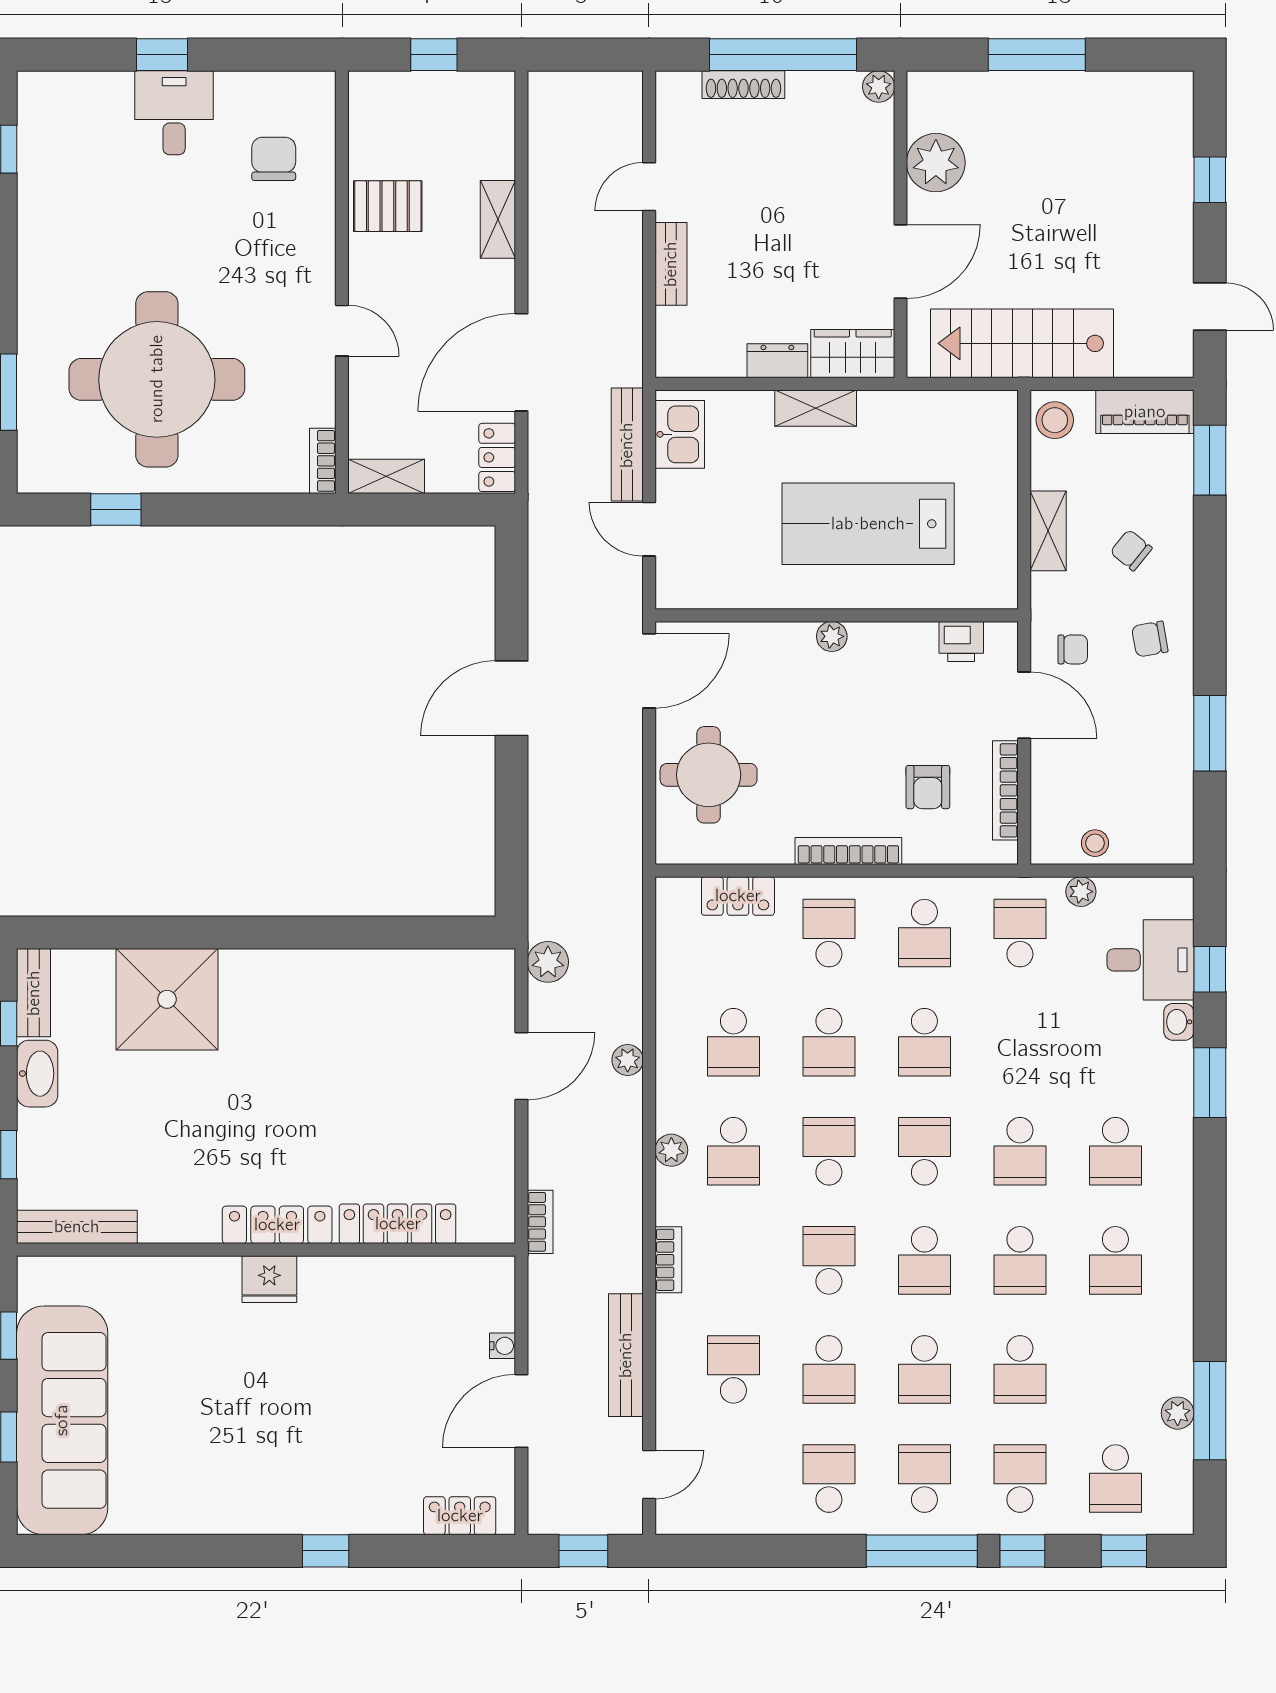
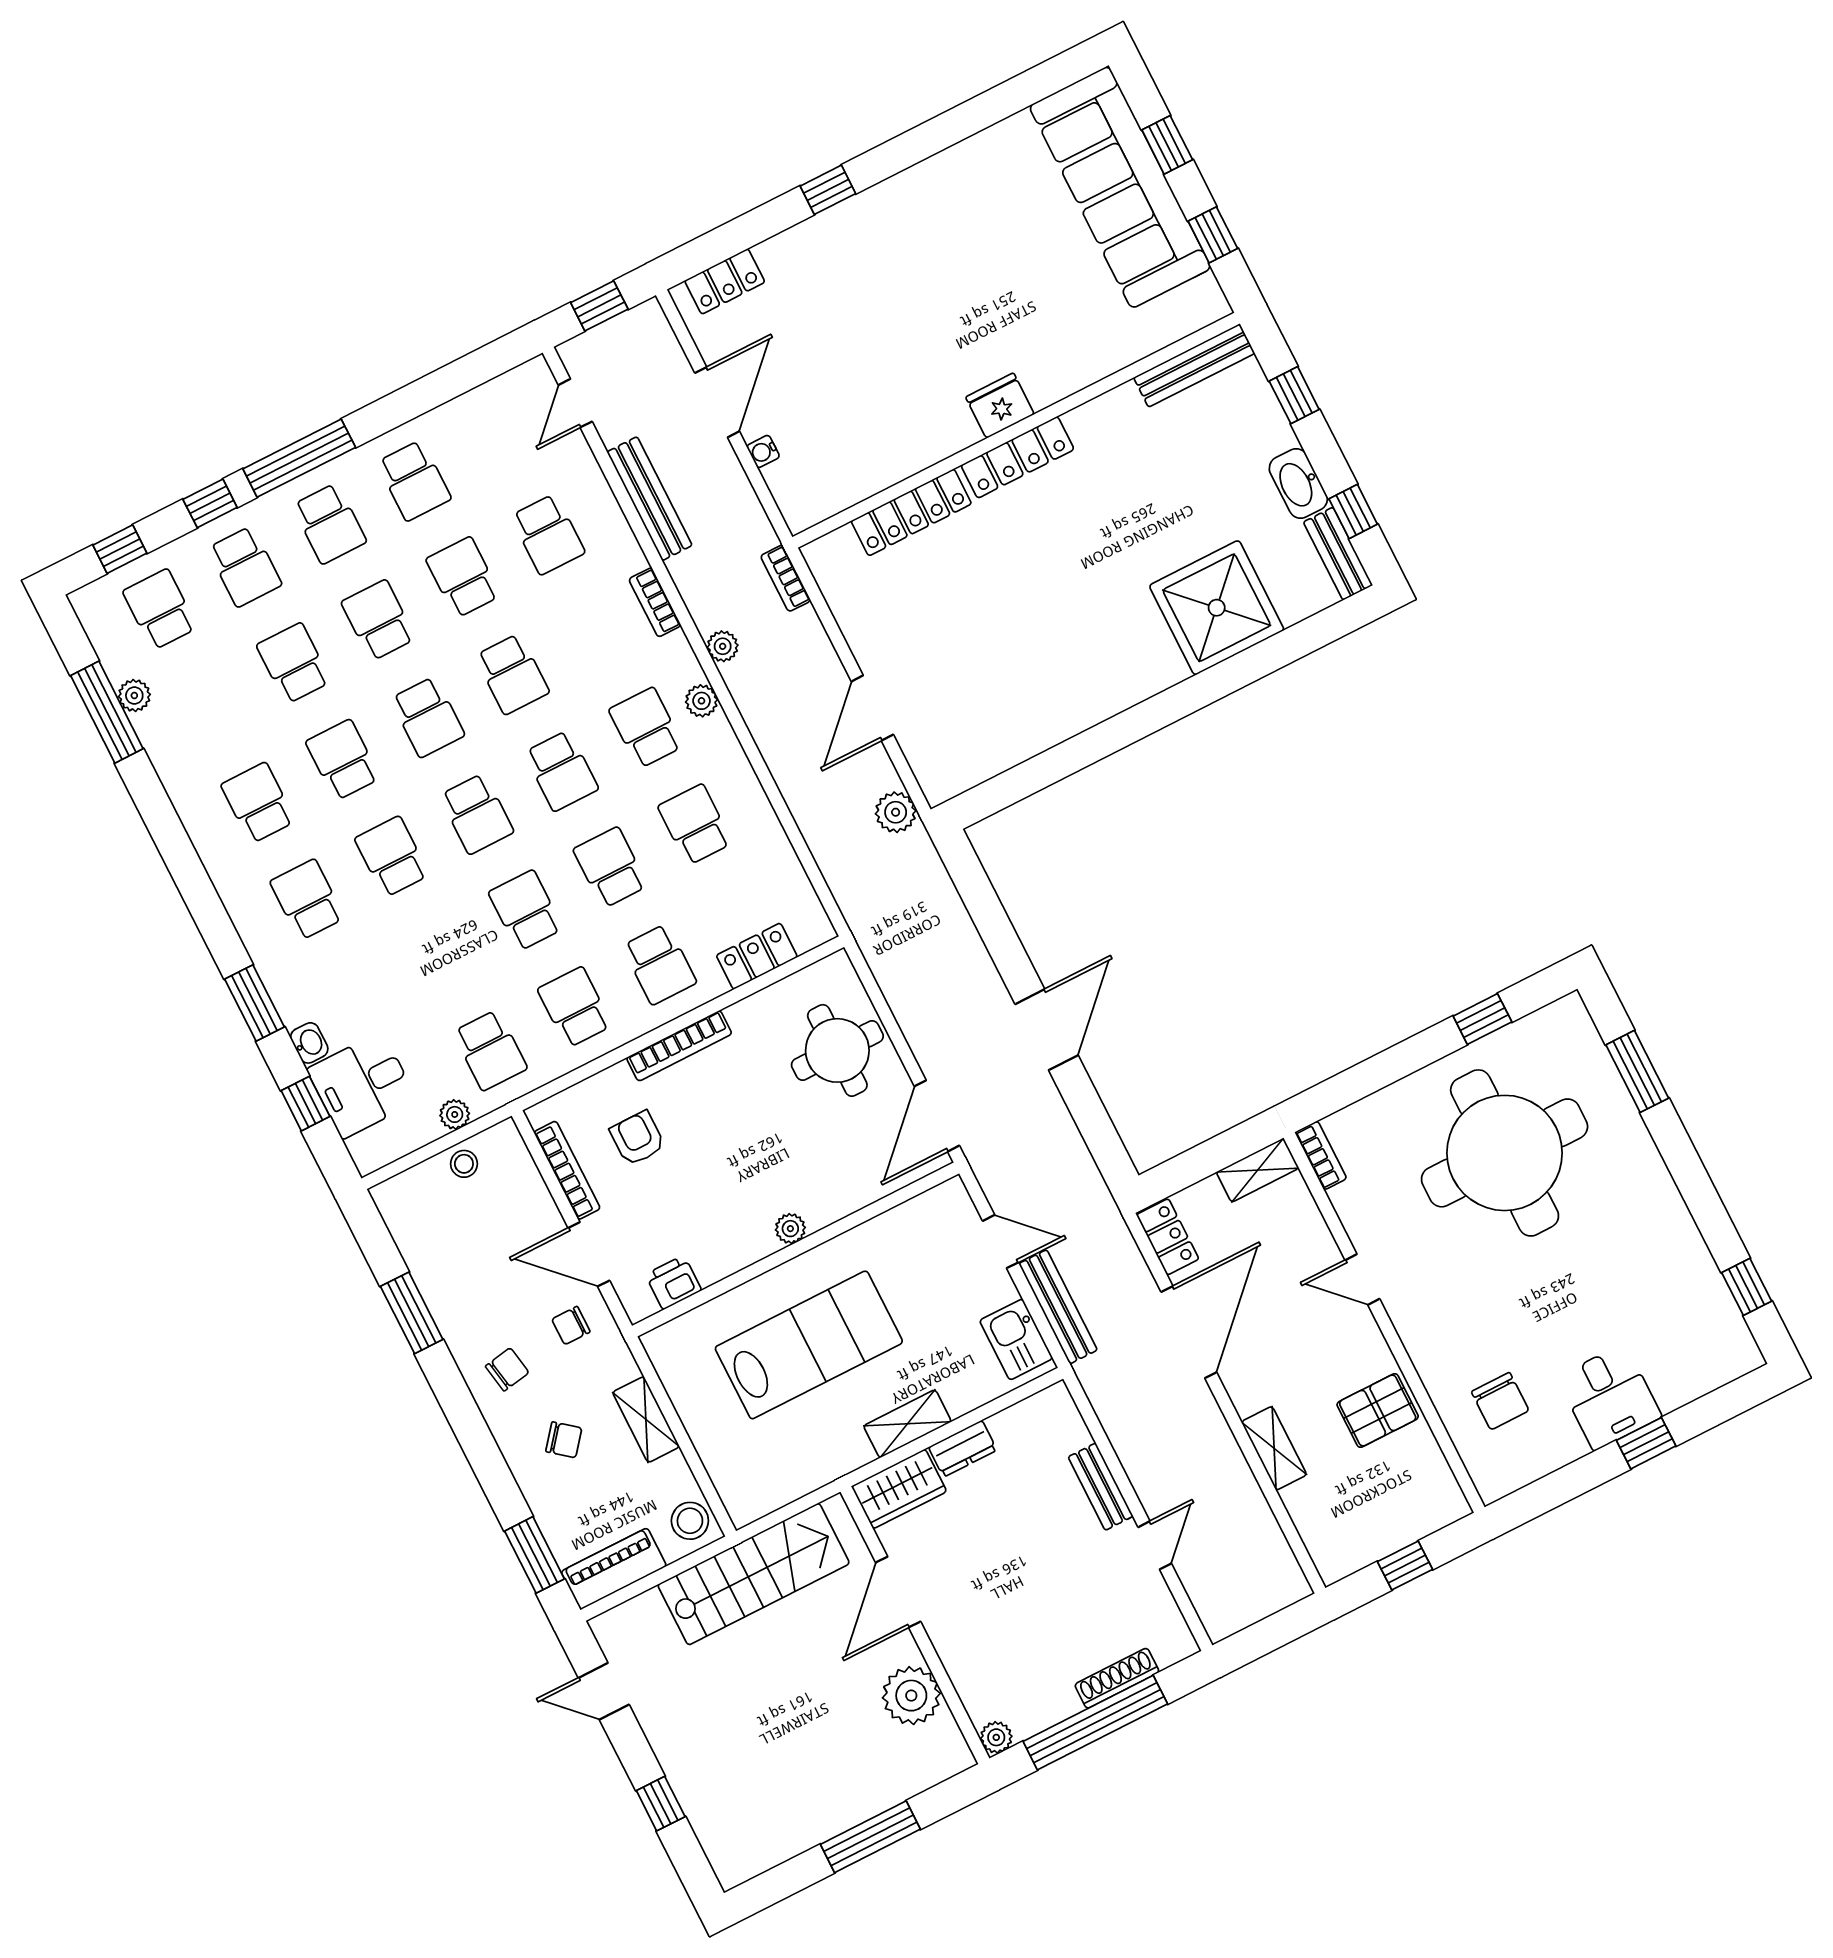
plant: (628, 1060) -> (723, 646), moved
school desk: (924, 1260) -> (427, 717), turned 180

